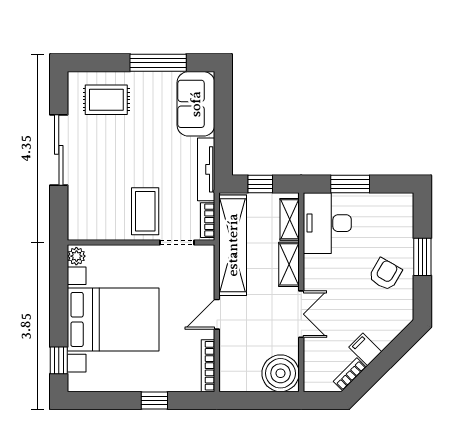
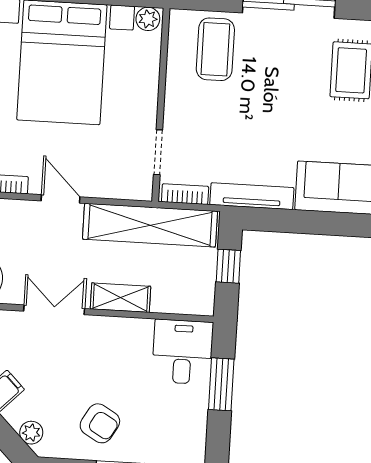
coffee table: (145, 211) -> (215, 49), moved, turned 90
shelving: (290, 219) -> (180, 302), removed
desk: (327, 223) -> (183, 352), width x0.73
double door: (301, 314) -> (54, 310), swing flipped
plant: (395, 326) -> (31, 433), added

